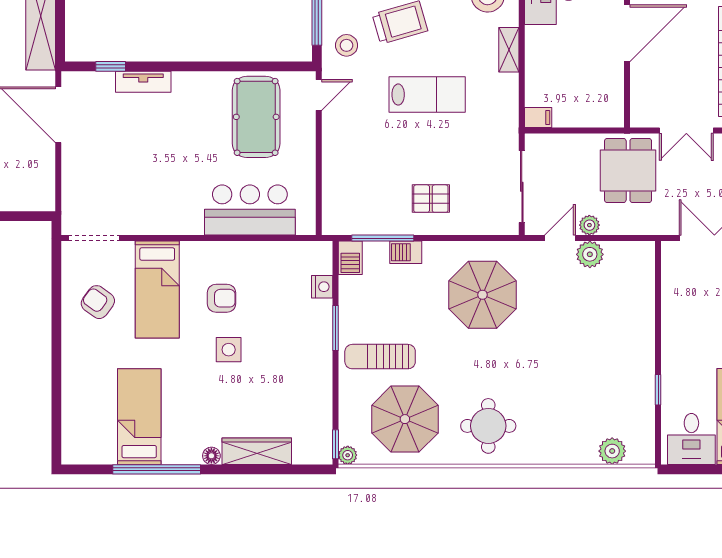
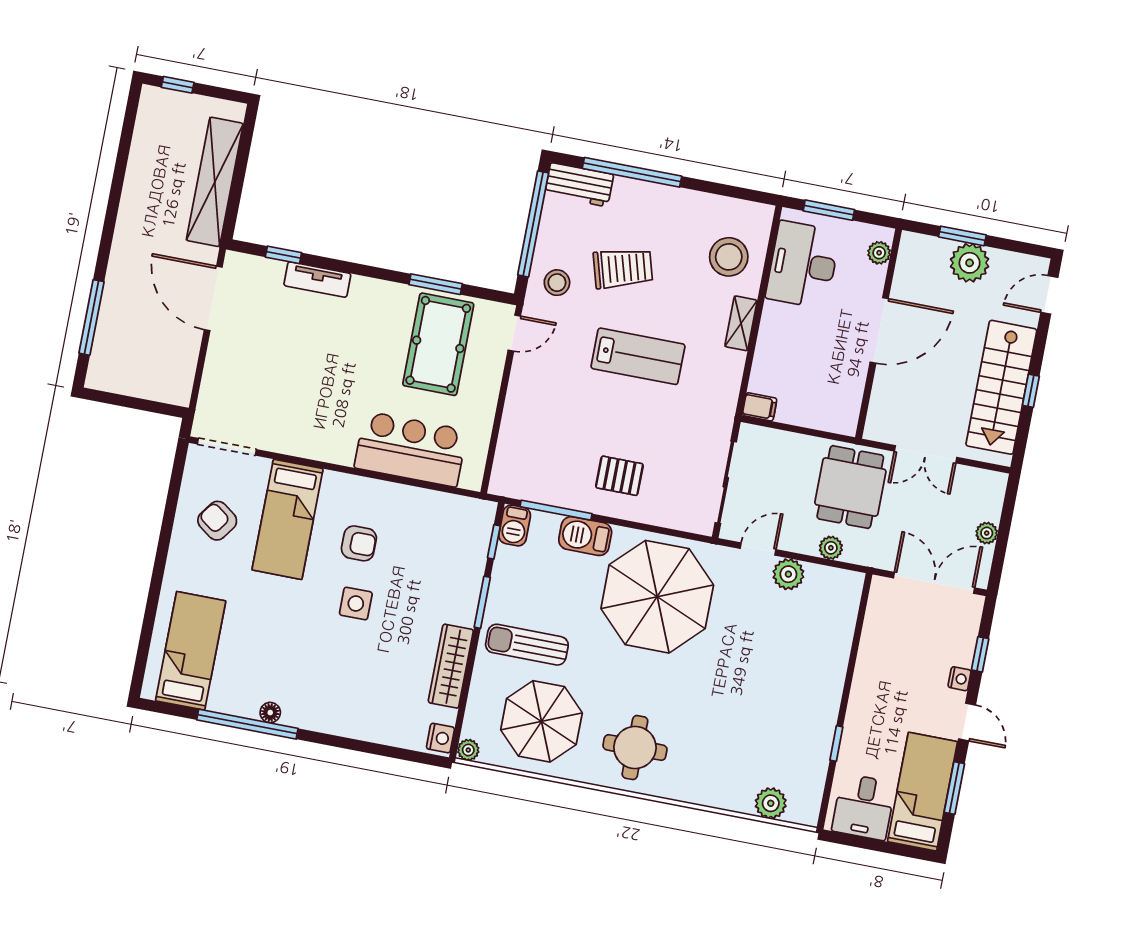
window: (244, 66) -> (436, 284), added
plant: (589, 225) -> (831, 548), moved
barbecue: (406, 252) -> (585, 536), width x1.38, depth x1.27
nightstand: (322, 287) -> (440, 738), moved
parasol: (482, 295) -> (657, 597), width x1.36, depth x1.36
bed: (139, 417) -> (191, 651), moved
window: (335, 444) -> (494, 542), moved
wardrobe: (257, 451) -> (451, 666), moved, turned -90
floor lamp: (211, 456) -> (270, 713), moved

